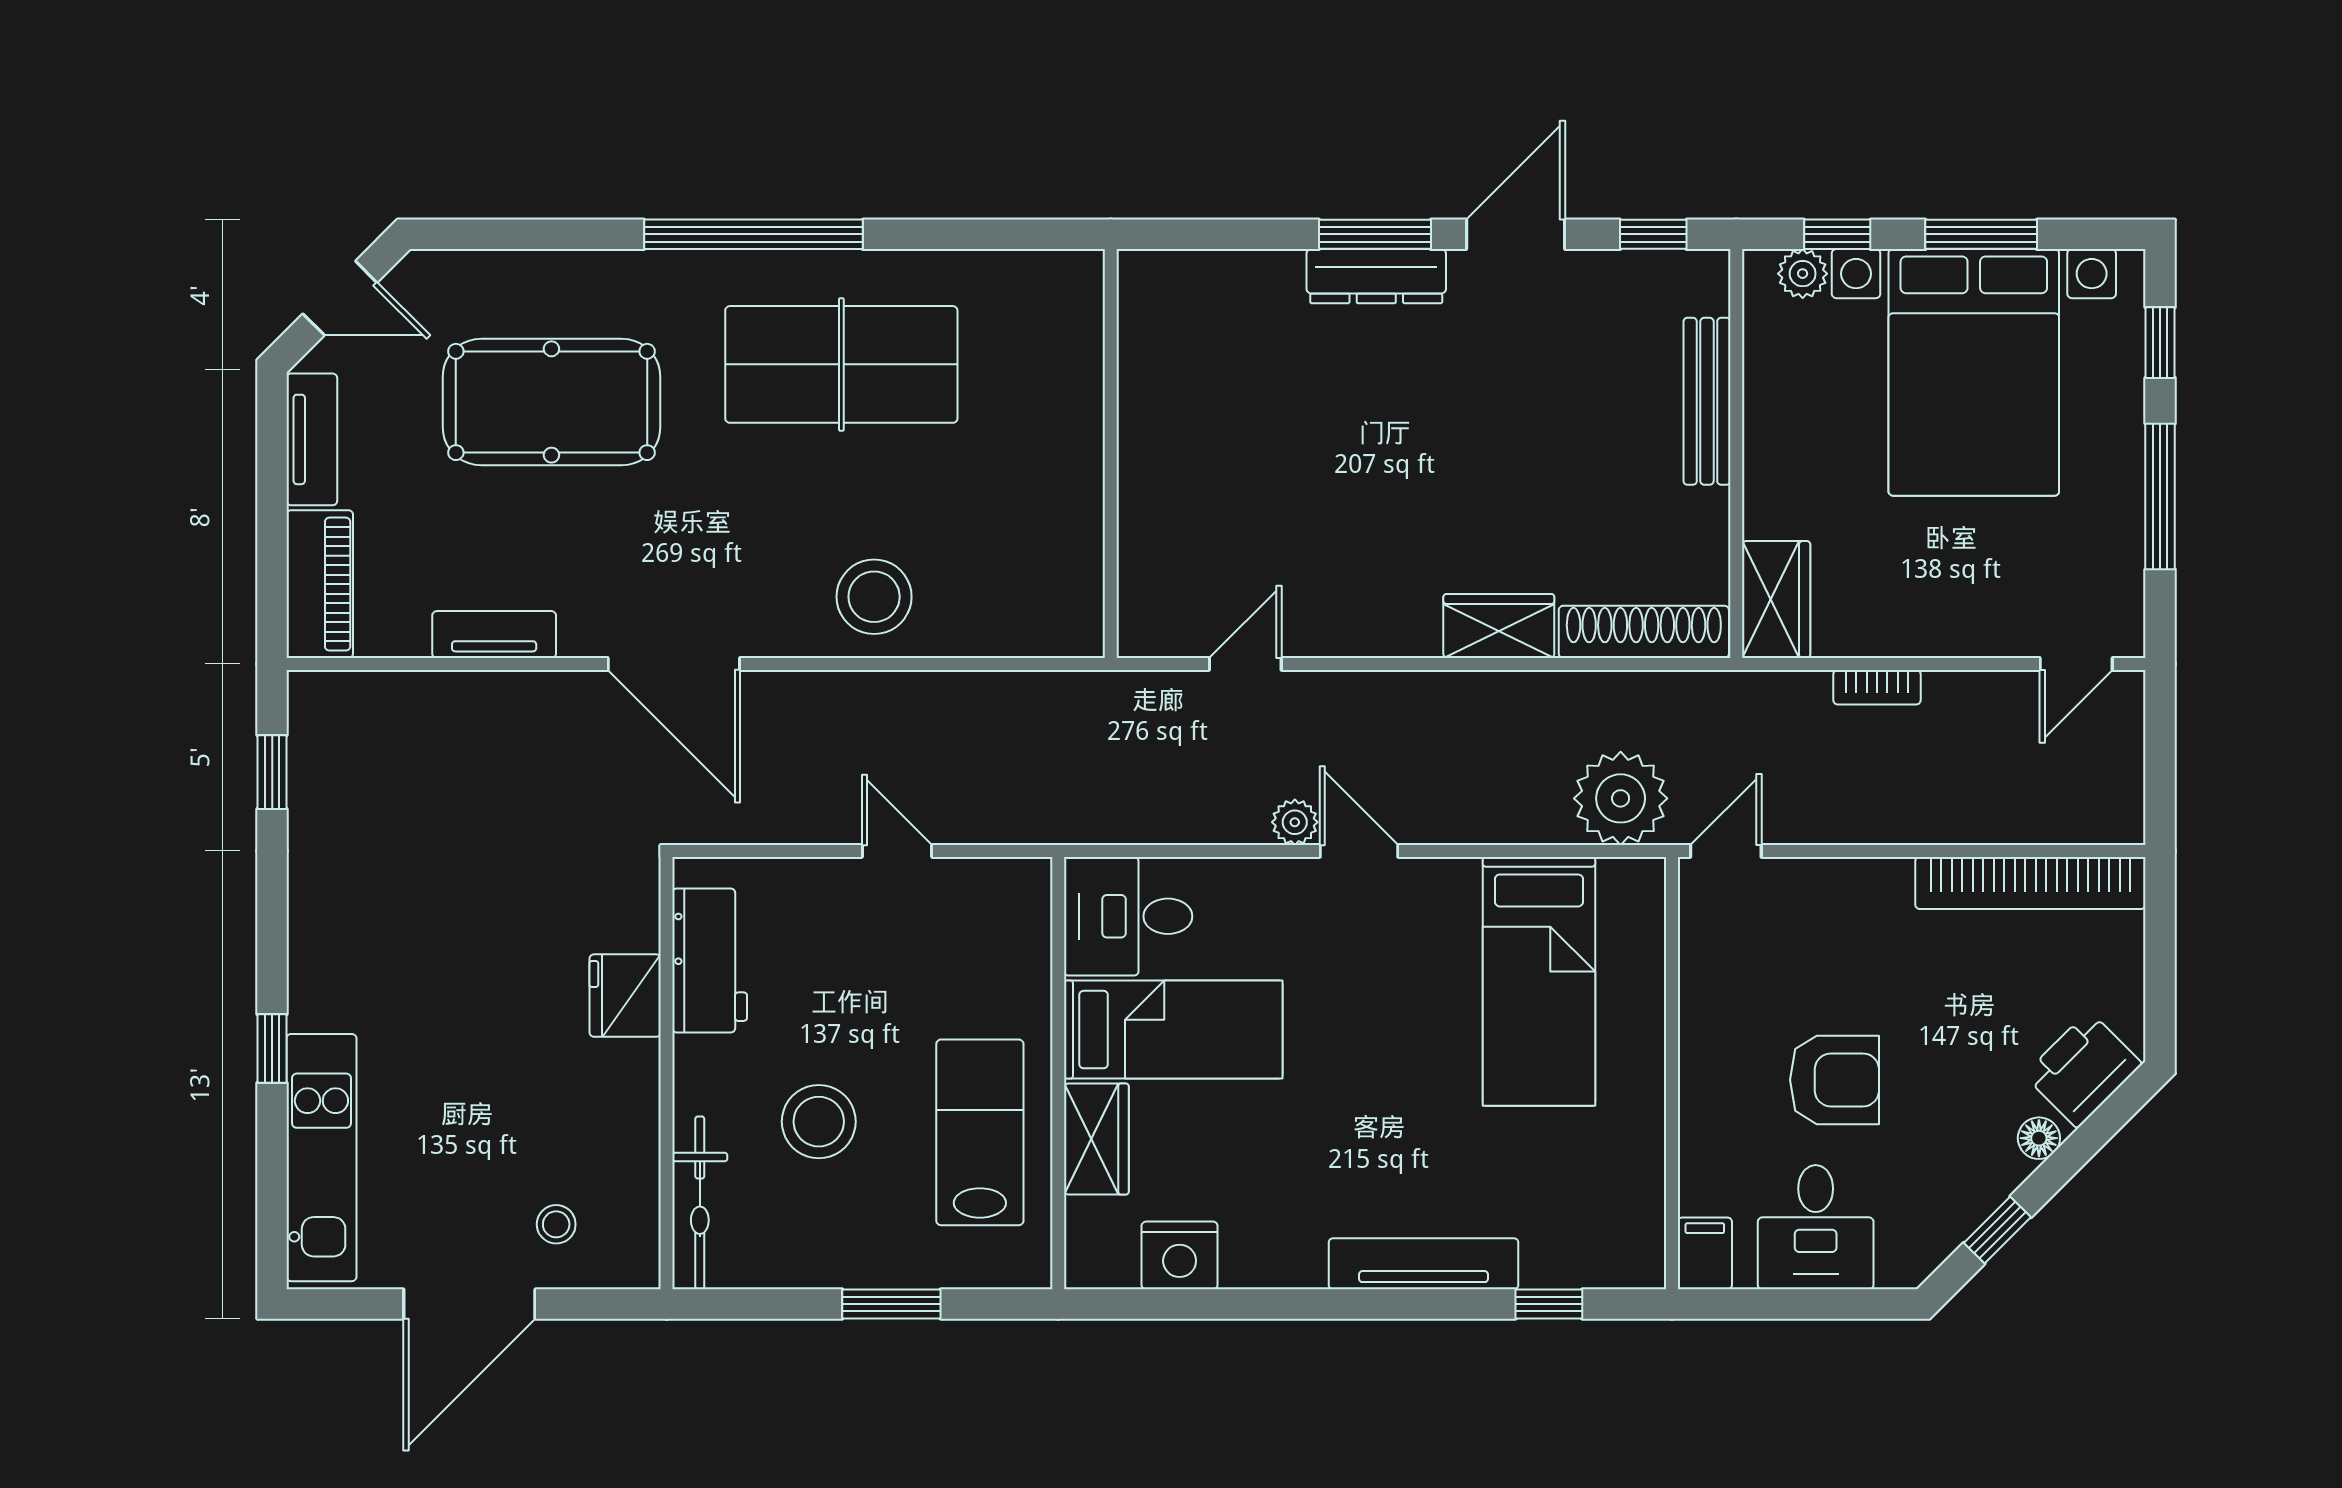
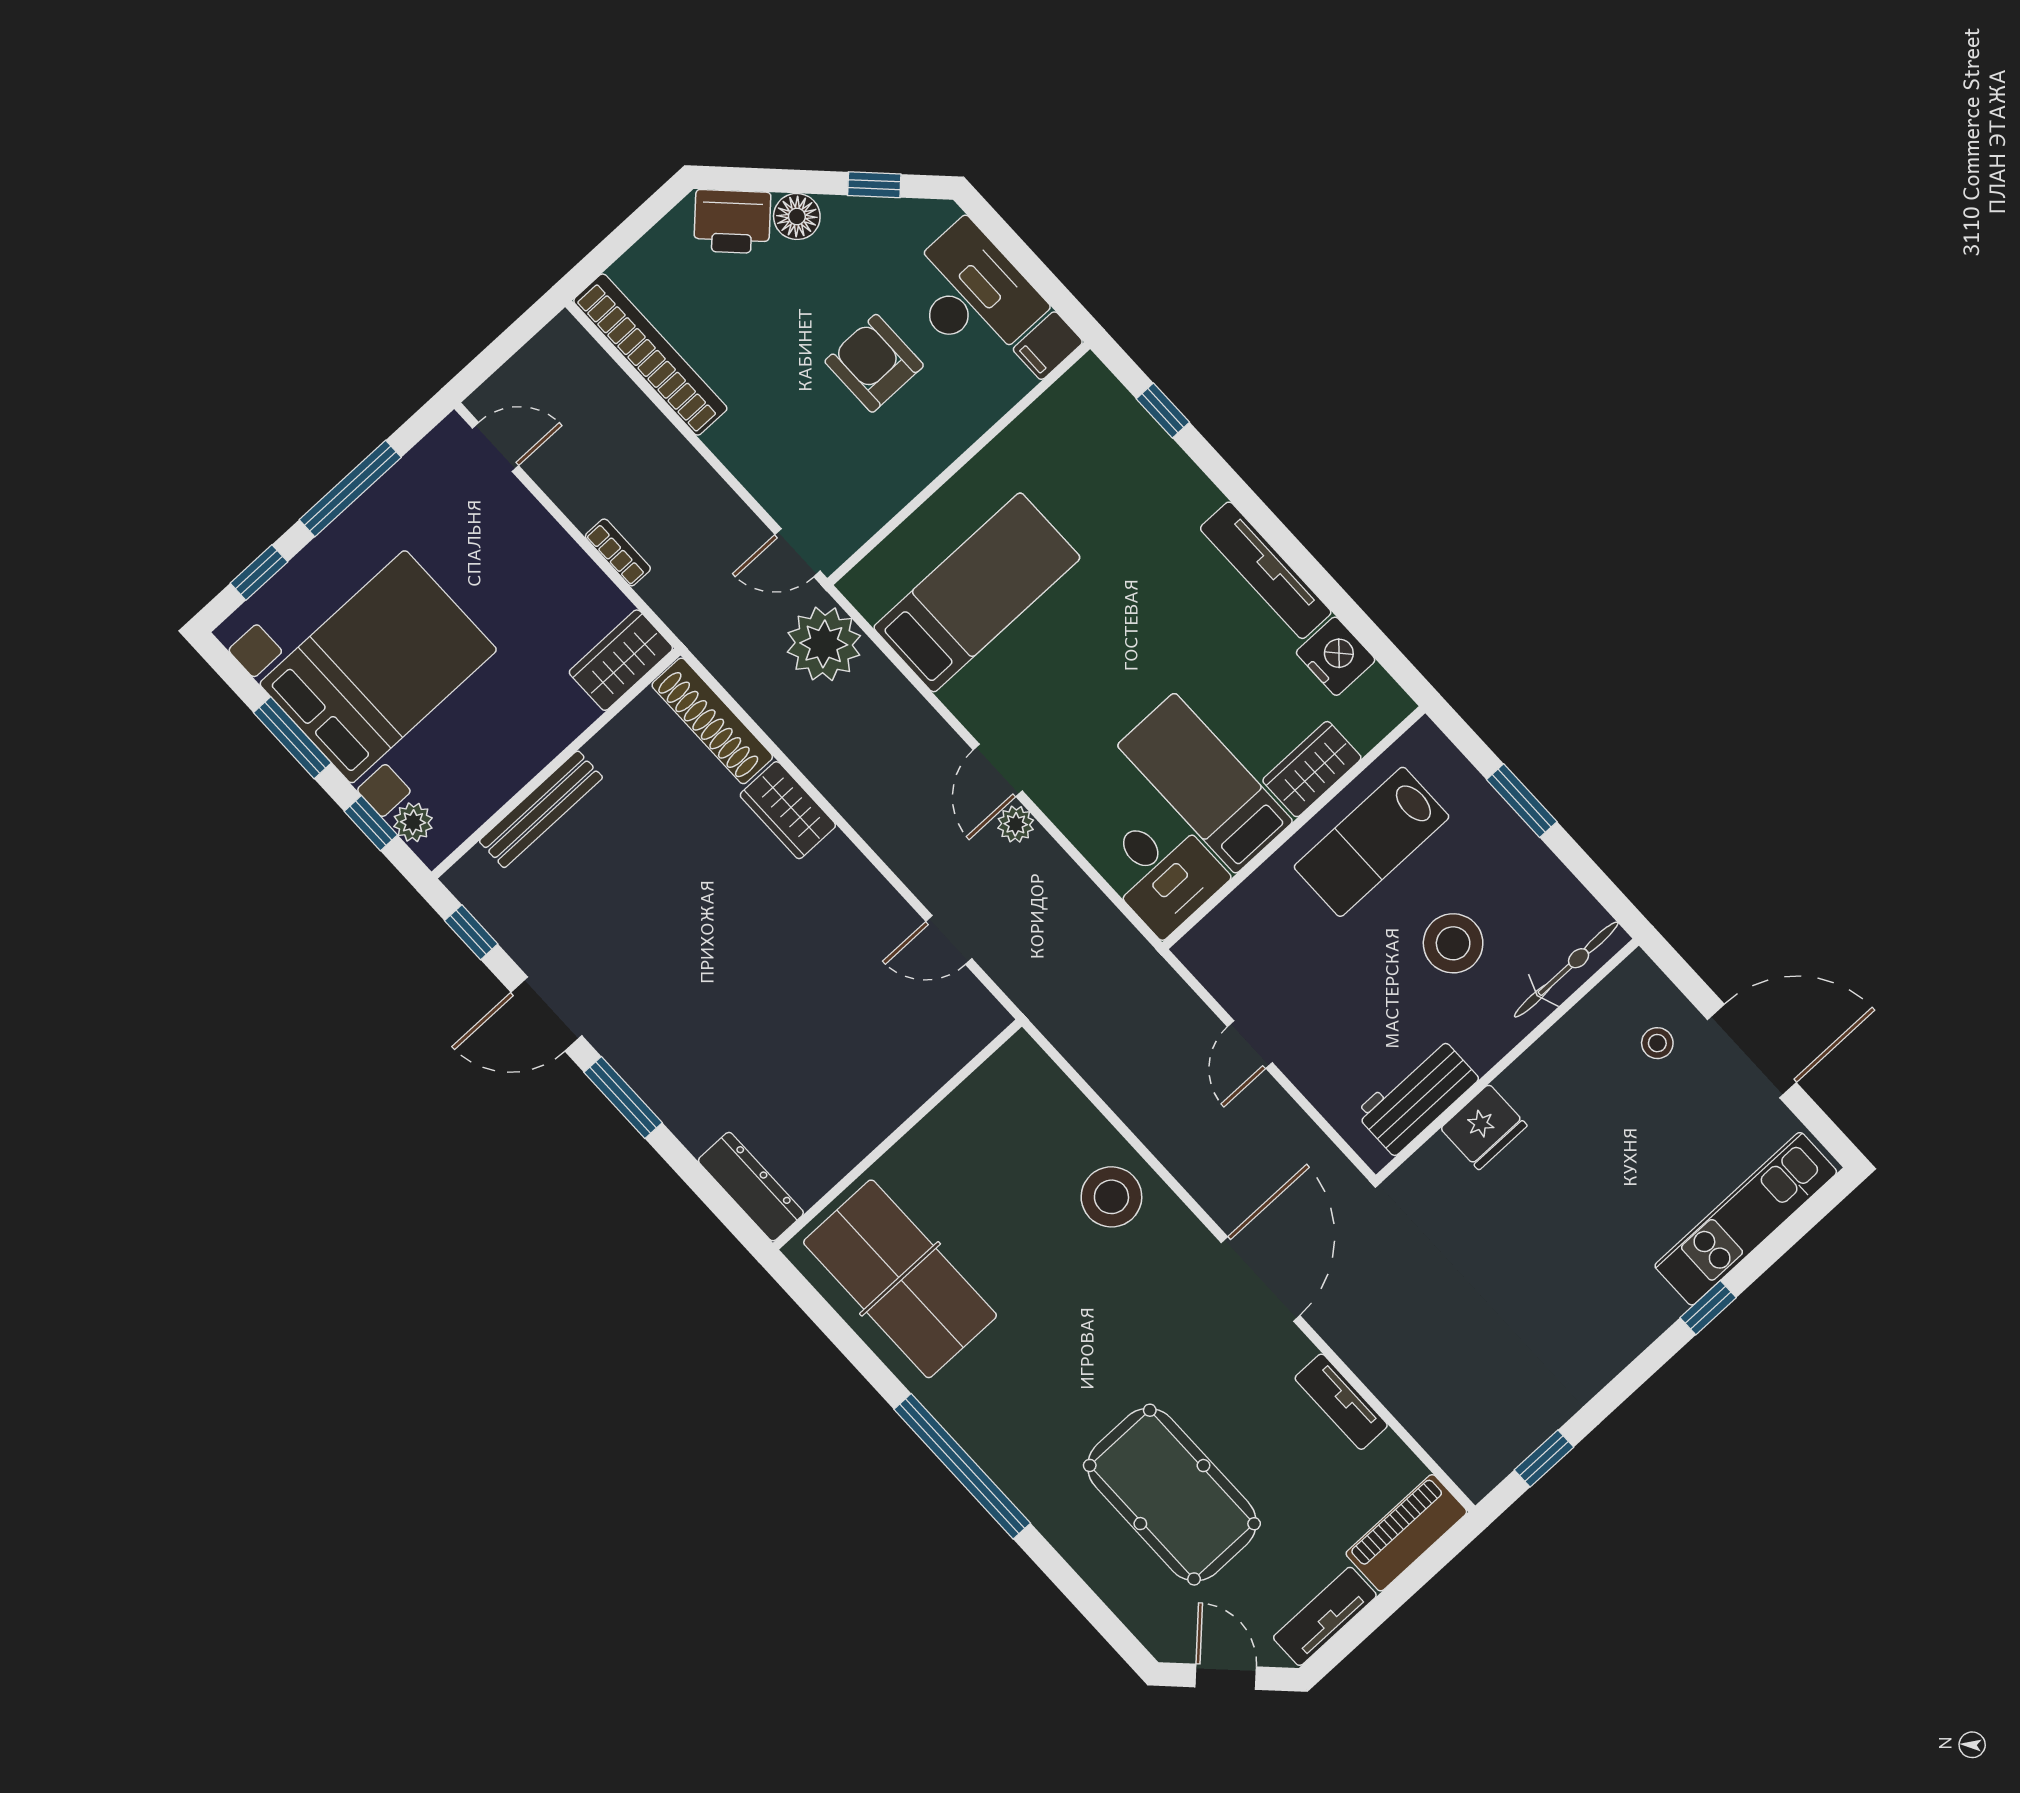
dresser: (1376, 276) -> (751, 1187), moved
table tennis table: (841, 364) -> (900, 1279), moved
floor lamp: (2039, 1138) -> (797, 216), width x1.37, depth x1.37
desk: (1816, 1227) -> (972, 294), width x1.37
tv unit: (1424, 1264) -> (1266, 570), moved

